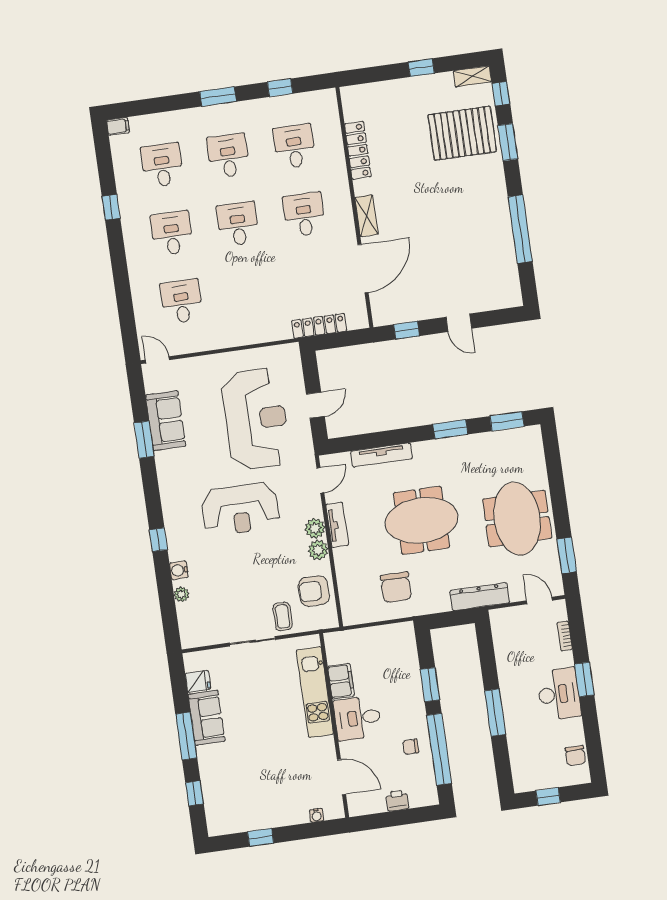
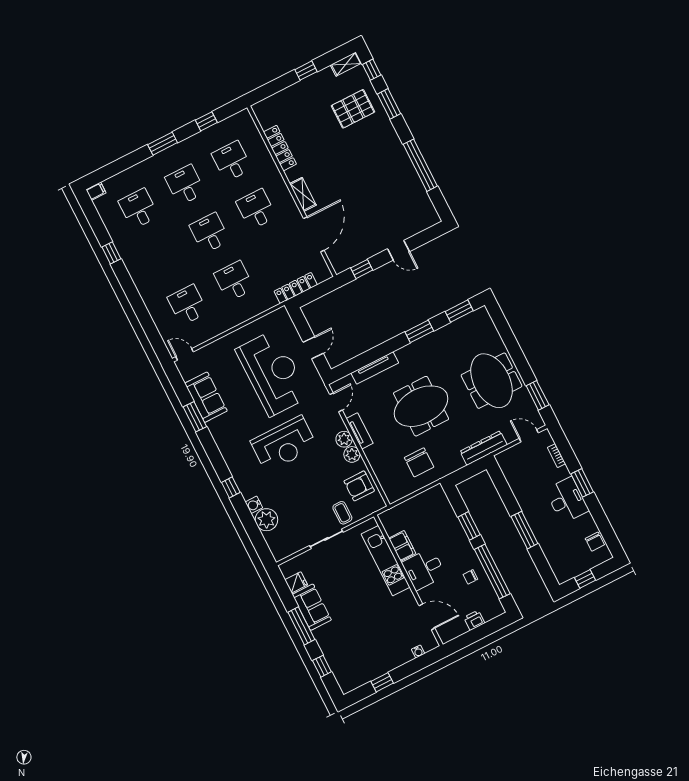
pallet: (462, 133) -> (353, 109), width x0.73, depth x0.71
desk: (172, 233) -> (234, 281), moved
plant: (181, 594) -> (266, 520), width x1.88, depth x1.88

